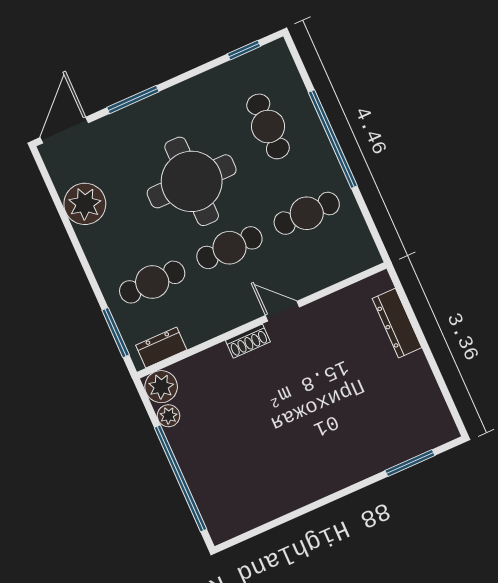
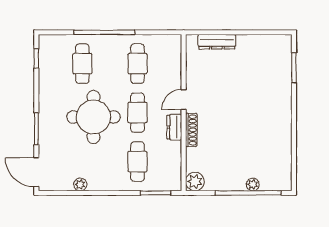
cafe table: (268, 126) -> (82, 64), turned 90
plant: (85, 204) -> (80, 184), width x0.53, depth x0.53
shoe rack: (248, 341) -> (191, 130), width x1.43
dresser: (161, 347) -> (174, 127), moved
plant: (169, 416) -> (253, 184), moved

